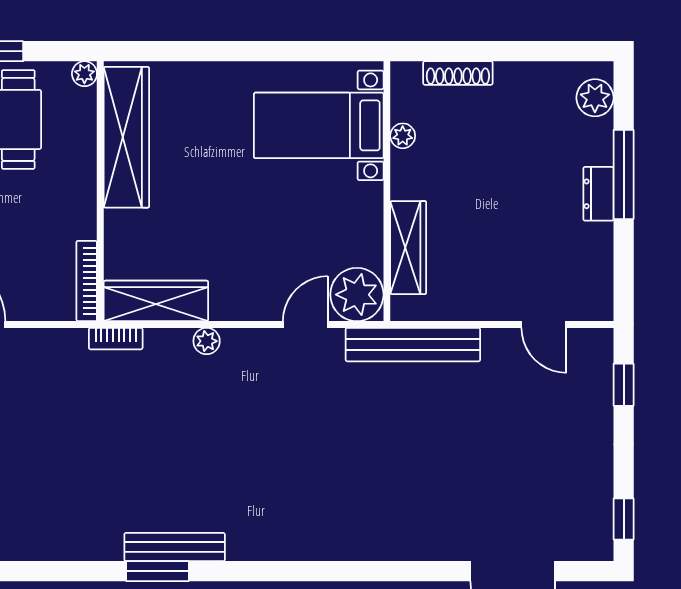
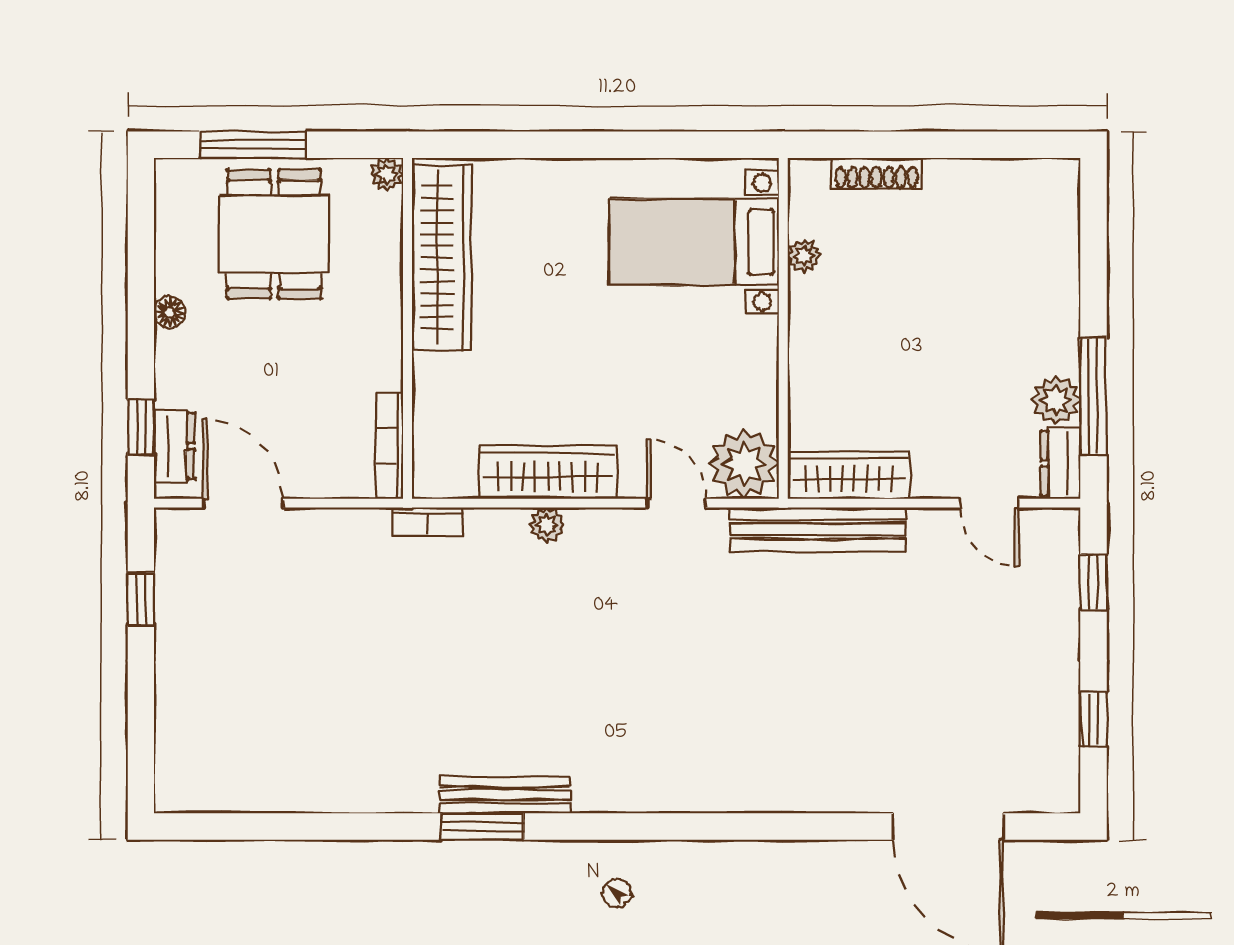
plant: (595, 98) -> (1056, 400), moved
window: (624, 174) -> (1094, 396), moved
dresser: (598, 194) -> (1061, 463), moved
wardrobe: (408, 248) -> (849, 475), moved, turned -90
wardrobe: (156, 301) -> (548, 472), moved
door: (305, 324) -> (676, 503), hinge flipped
window: (624, 519) -> (1094, 719), moved

